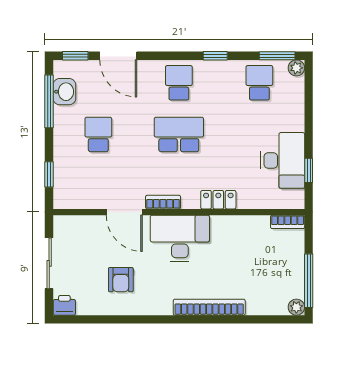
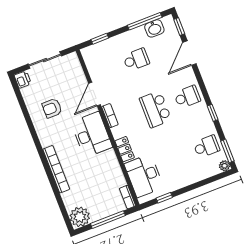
school desk: (179, 134) -> (155, 109), turned 180
desk: (283, 160) -> (144, 176), moved, turned 90
window: (309, 281) -> (108, 220), moved
plant: (296, 307) -> (80, 217), width x1.88, depth x1.88

